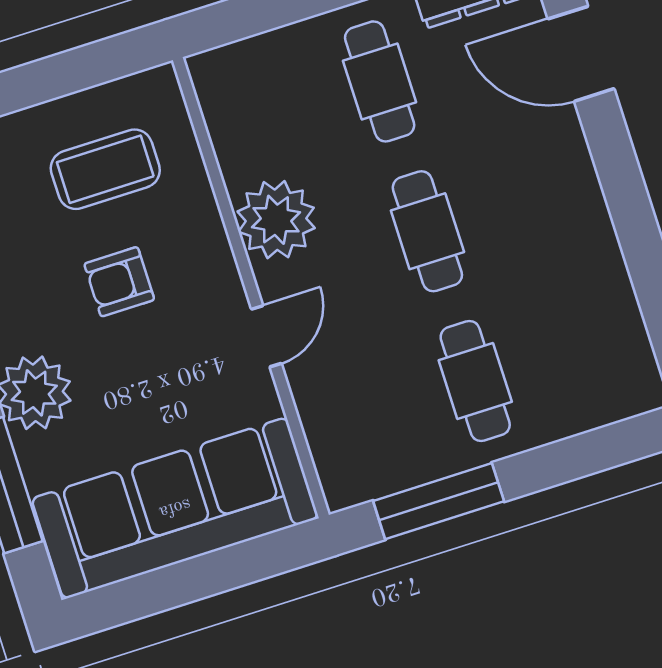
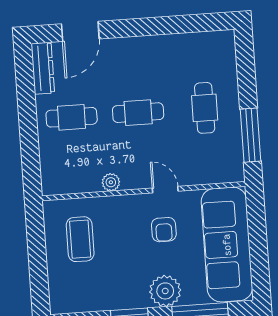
plant: (276, 220) -> (111, 182), width x0.53, depth x0.53
armchair: (119, 282) -> (164, 230), moved
cafe table: (475, 381) -> (205, 108), turned 90

